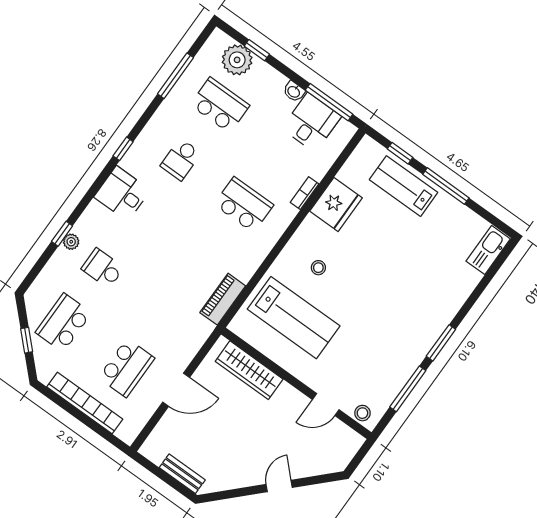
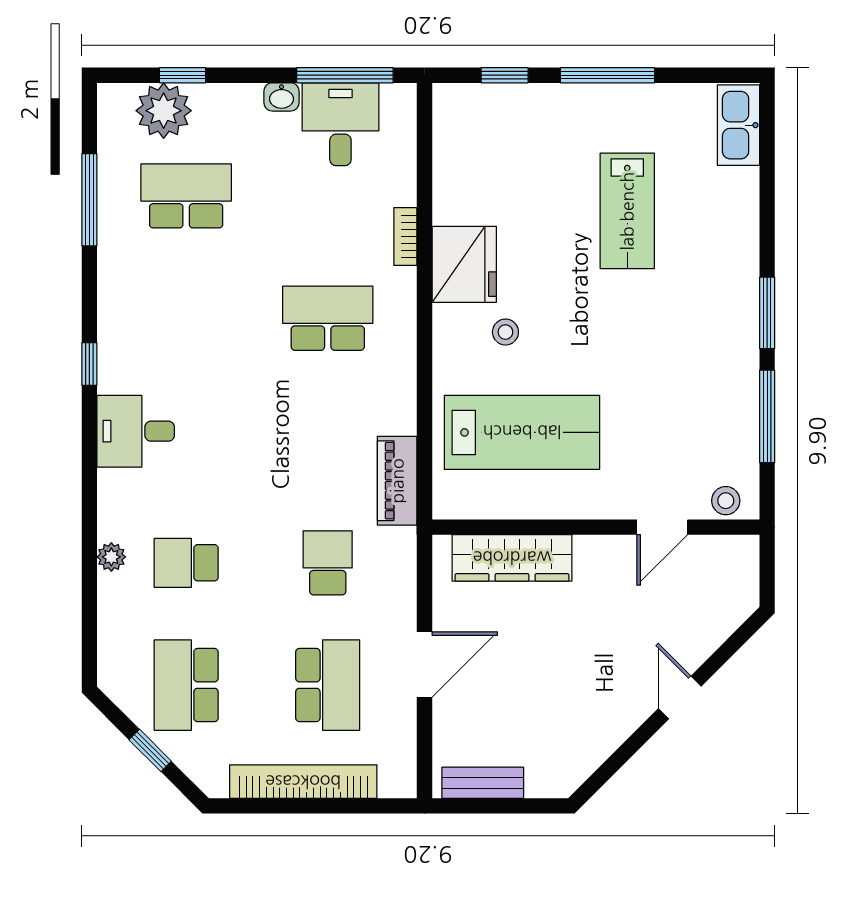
school desk: (181, 159) -> (328, 563), moved, turned 180
lab bench: (403, 186) -> (627, 211), moved, turned -90
fridge: (336, 204) -> (464, 264), moved
window: (62, 234) -> (89, 555), removed
bench: (182, 474) -> (483, 783), moved

